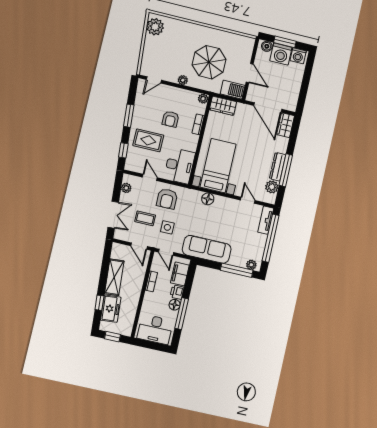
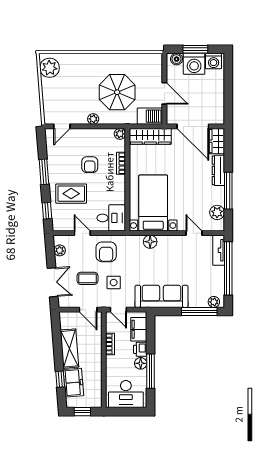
wardrobe: (223, 106) -> (150, 136), width x1.50
desk: (179, 166) -> (111, 218), width x0.73
dresser: (278, 167) -> (218, 170), moved

